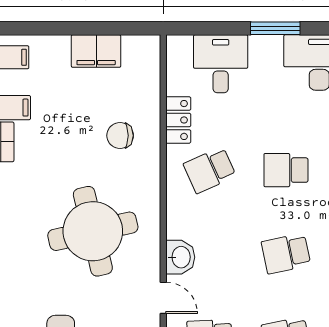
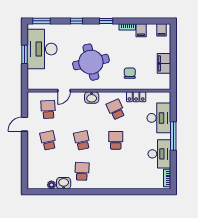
window: (275, 28) -> (173, 136), width x1.44
desk: (221, 64) -> (159, 118), width x1.37
washbasin: (180, 257) -> (92, 98), moved

